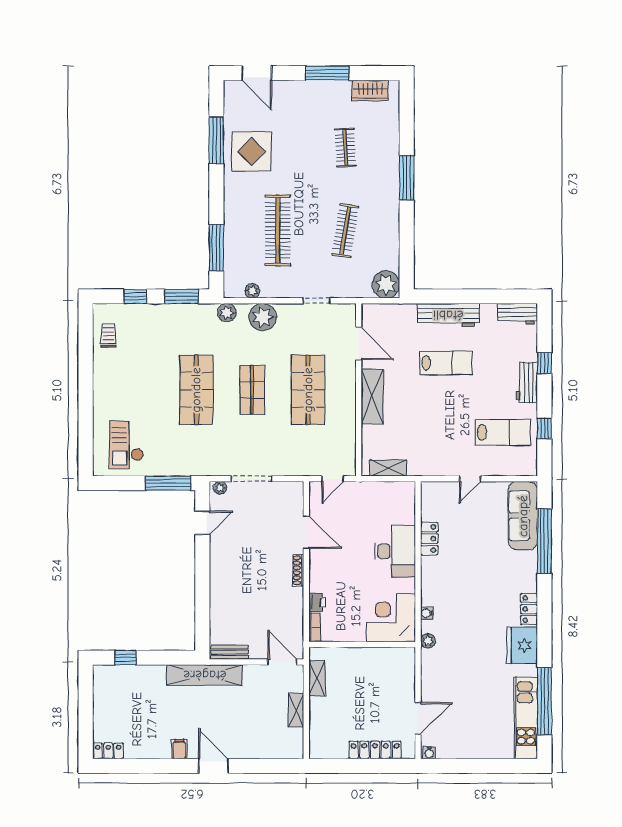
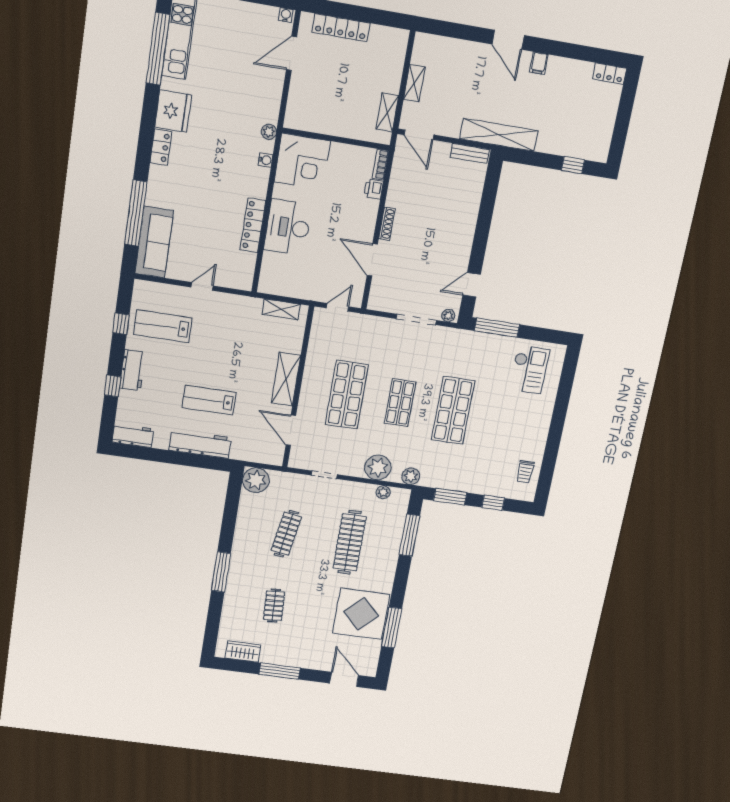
display table: (252, 152) -> (361, 614), width x1.36, depth x1.36
locker: (429, 539) -> (253, 225), width x1.53

